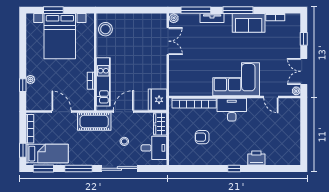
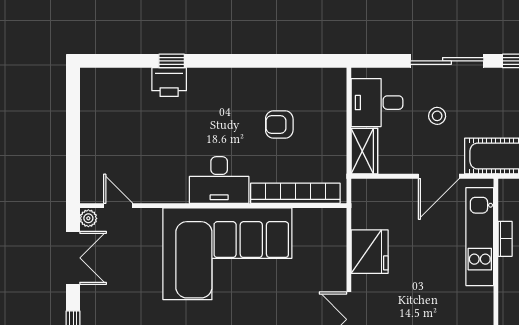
corner sofa: (236, 79) -> (227, 254), width x1.36, depth x1.36
door: (271, 97) -> (118, 206), moved
fridge: (158, 100) -> (370, 252), moved
armchair: (202, 137) -> (279, 125), turned 180
window: (234, 168) -> (172, 61), moved

